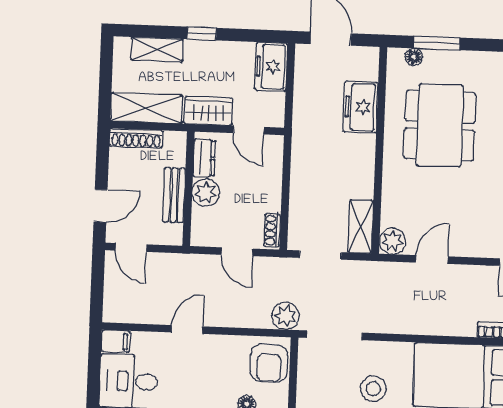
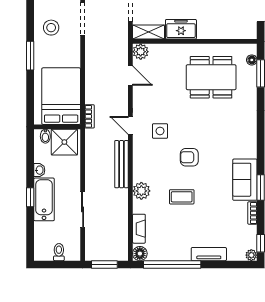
freezer: (361, 107) -> (181, 29), moved
stool: (373, 389) -> (51, 28), moved

